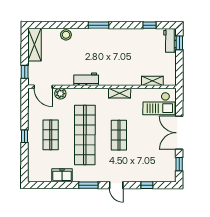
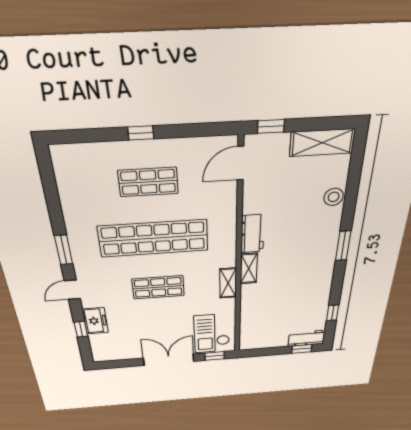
shelving: (152, 81) -> (249, 269), moved
plant: (60, 94) -> (227, 194), removed
window: (179, 164) -> (215, 356), moved
freezer: (62, 175) -> (95, 321), moved

